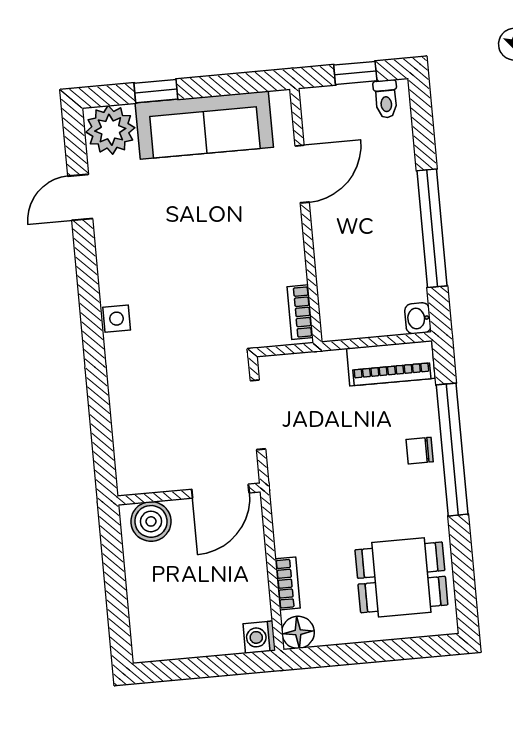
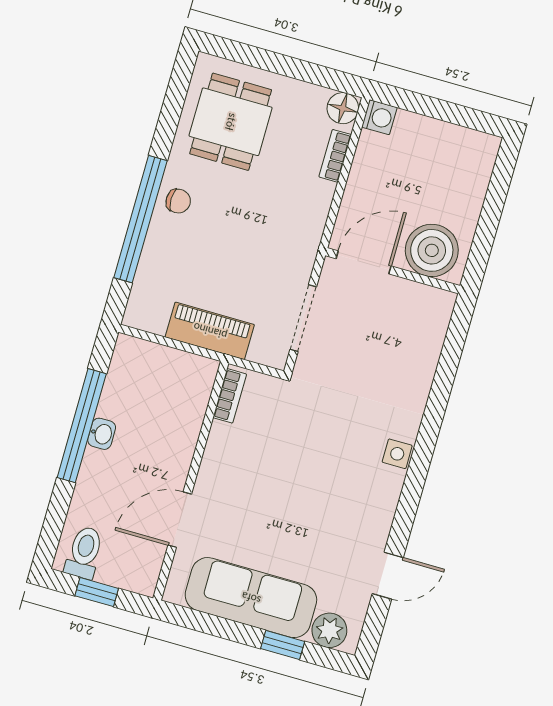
toilet: (386, 99) -> (84, 553), width x1.37, depth x1.39
plant: (110, 130) -> (329, 630), width x0.73, depth x0.73
washbasin: (418, 318) -> (102, 434), moved
piano: (391, 363) -> (210, 331), moved
chair: (420, 451) -> (178, 201), moved
boiler: (151, 521) -> (432, 250), width x1.37, depth x1.37
dining table: (401, 577) -> (231, 122), turned 90

